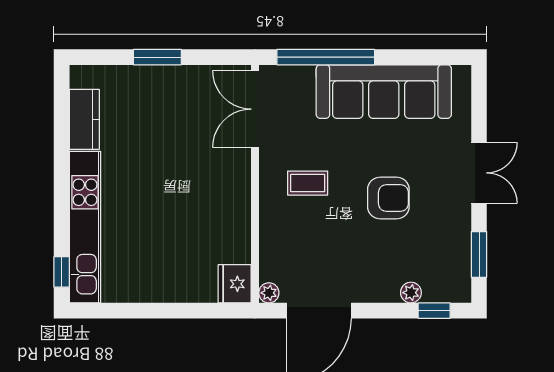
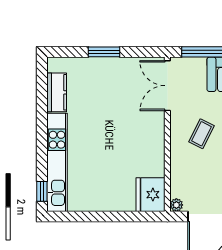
coffee table: (308, 183) -> (202, 134), turned -63
fridge: (235, 284) -> (151, 195), width x1.36, depth x1.34

